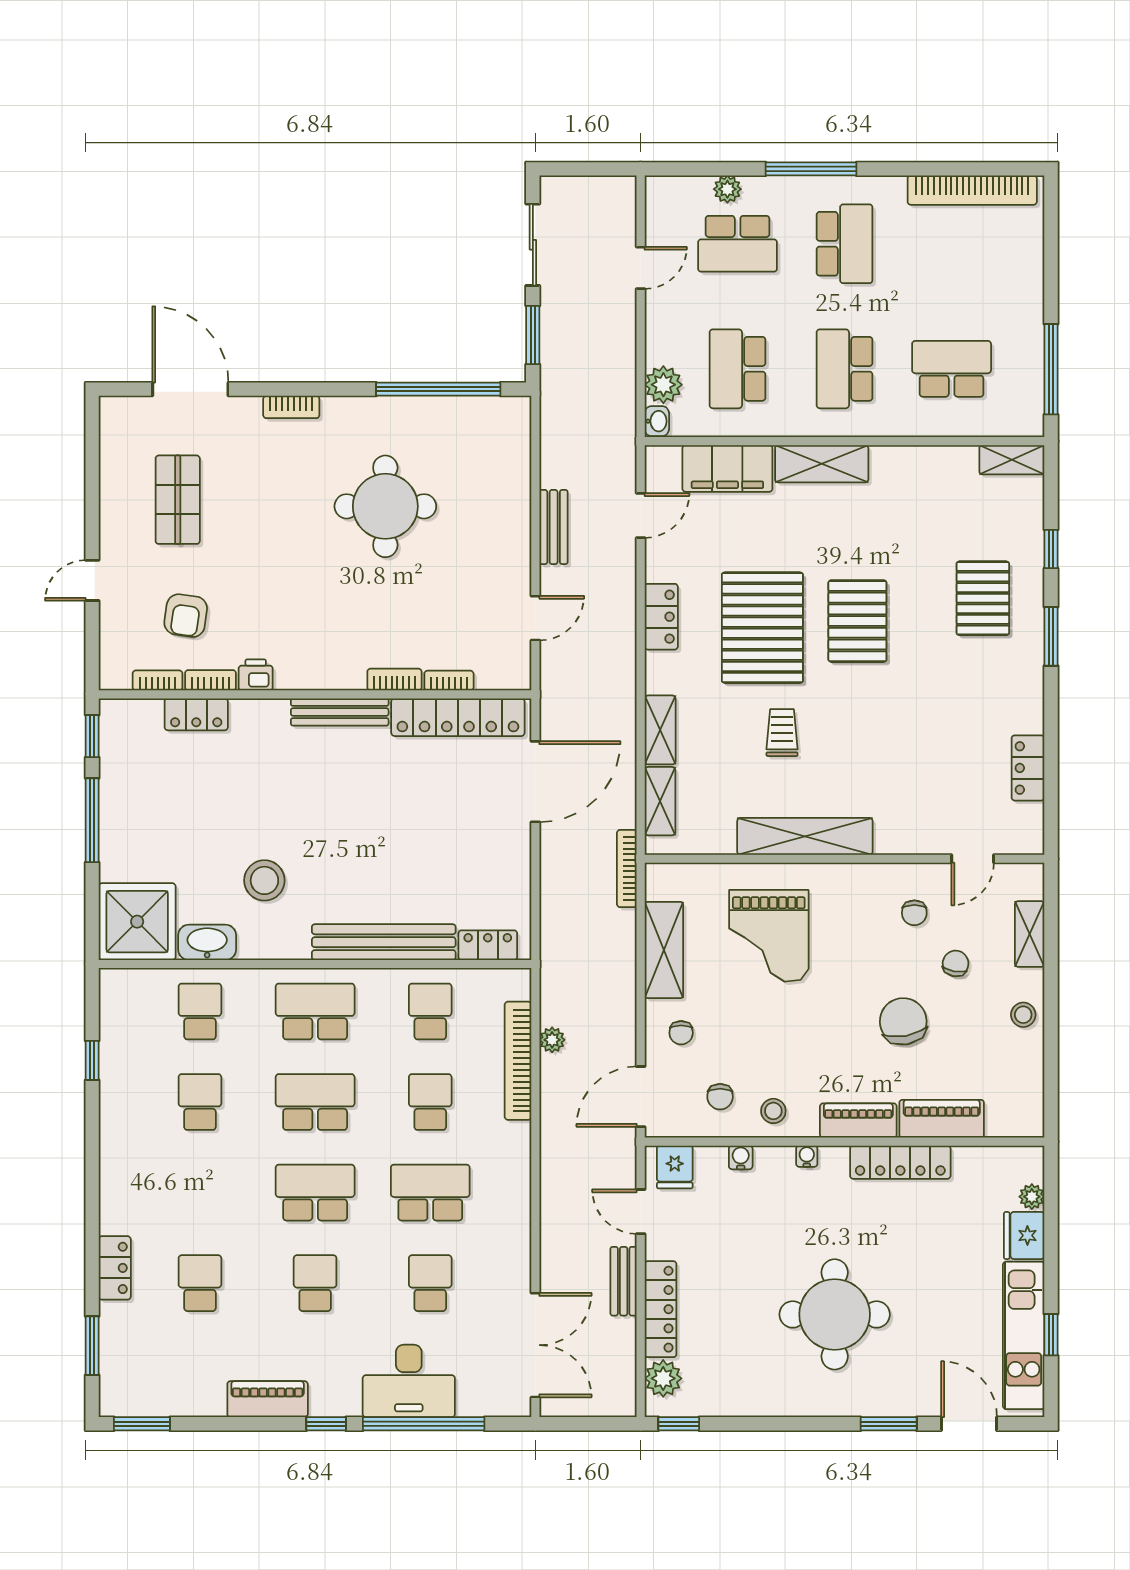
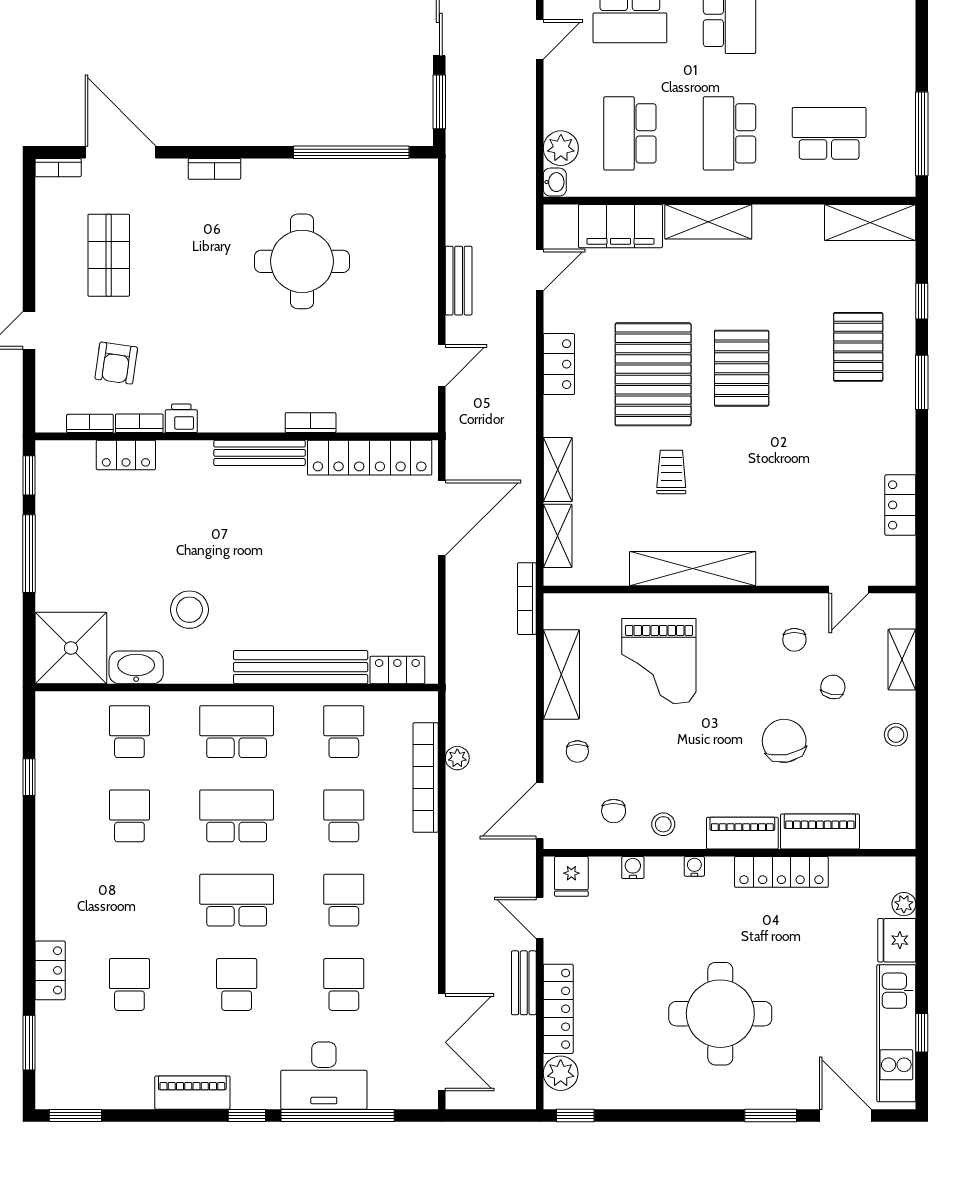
shelving: (1012, 460) -> (870, 223), width x1.50, depth x1.33
bookcase: (449, 681) -> (58, 168), moved, turned 180
school desk: (430, 1193) -> (344, 900), width x0.54

